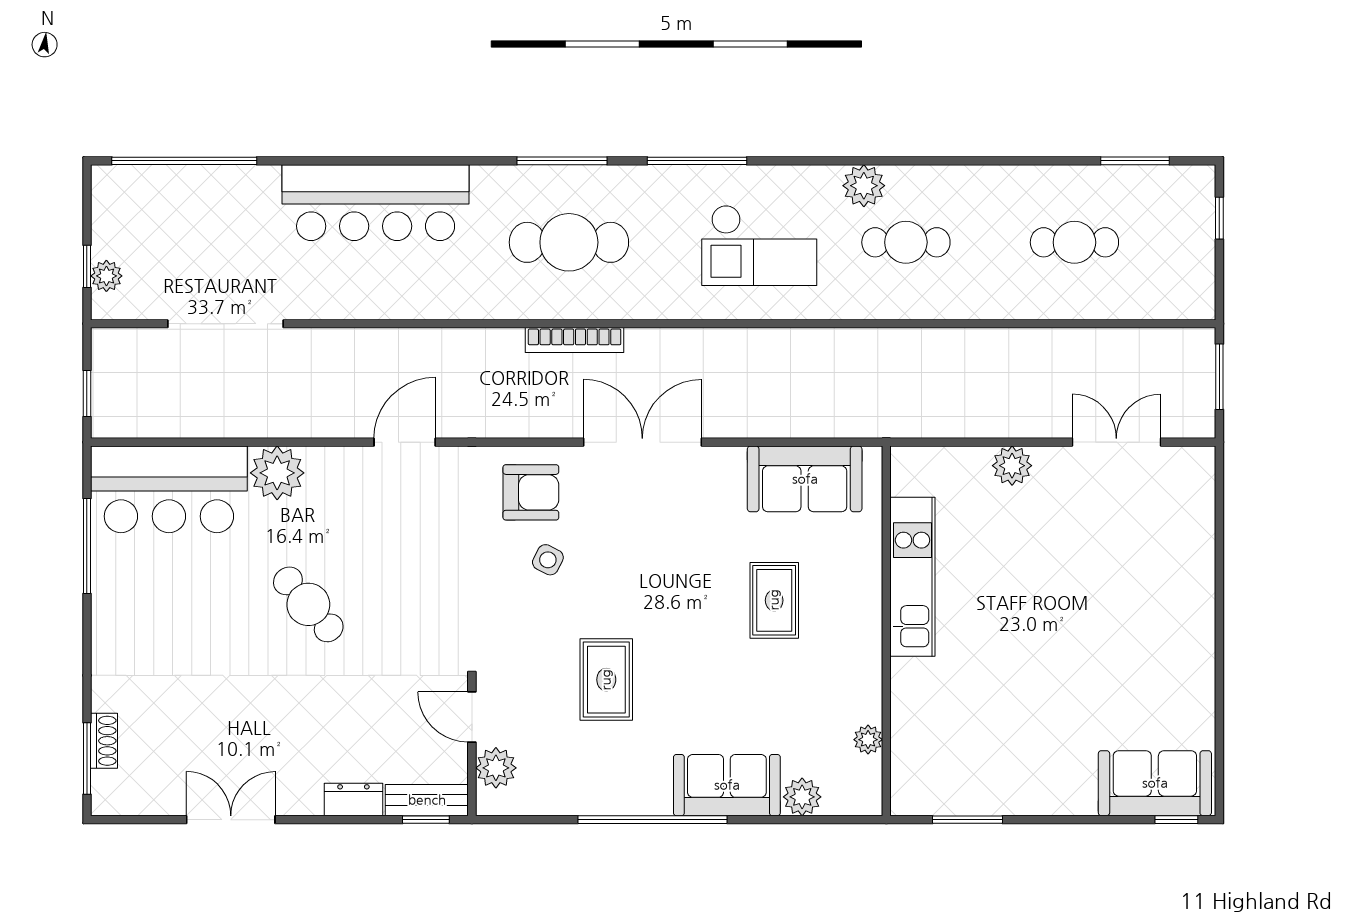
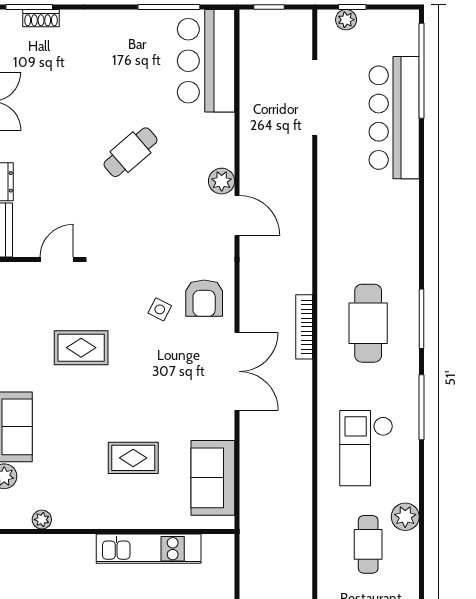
bar counter: (376, 203) -> (394, 118), moved
plant: (277, 473) -> (222, 181), moved, width x0.73, depth x0.73
plant: (496, 768) -> (23, 275), removed

